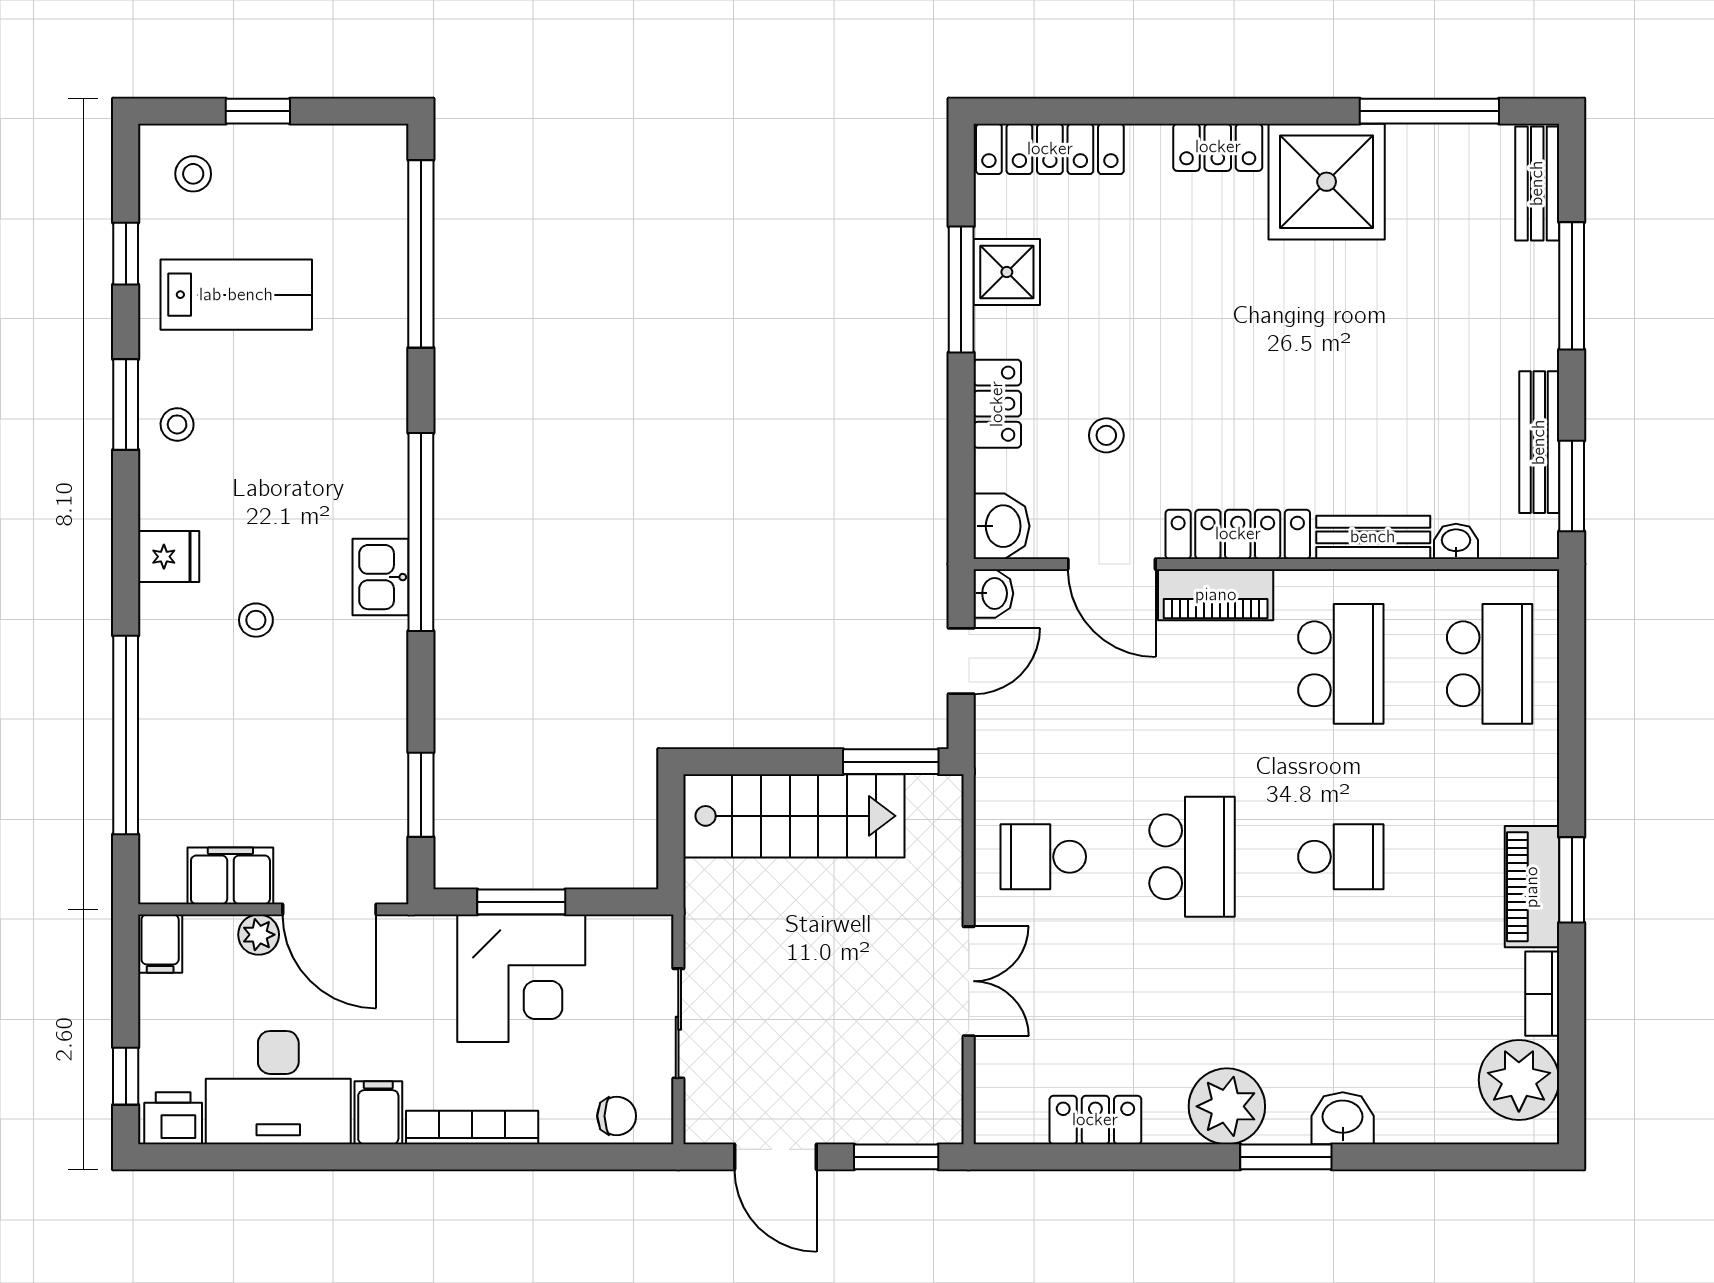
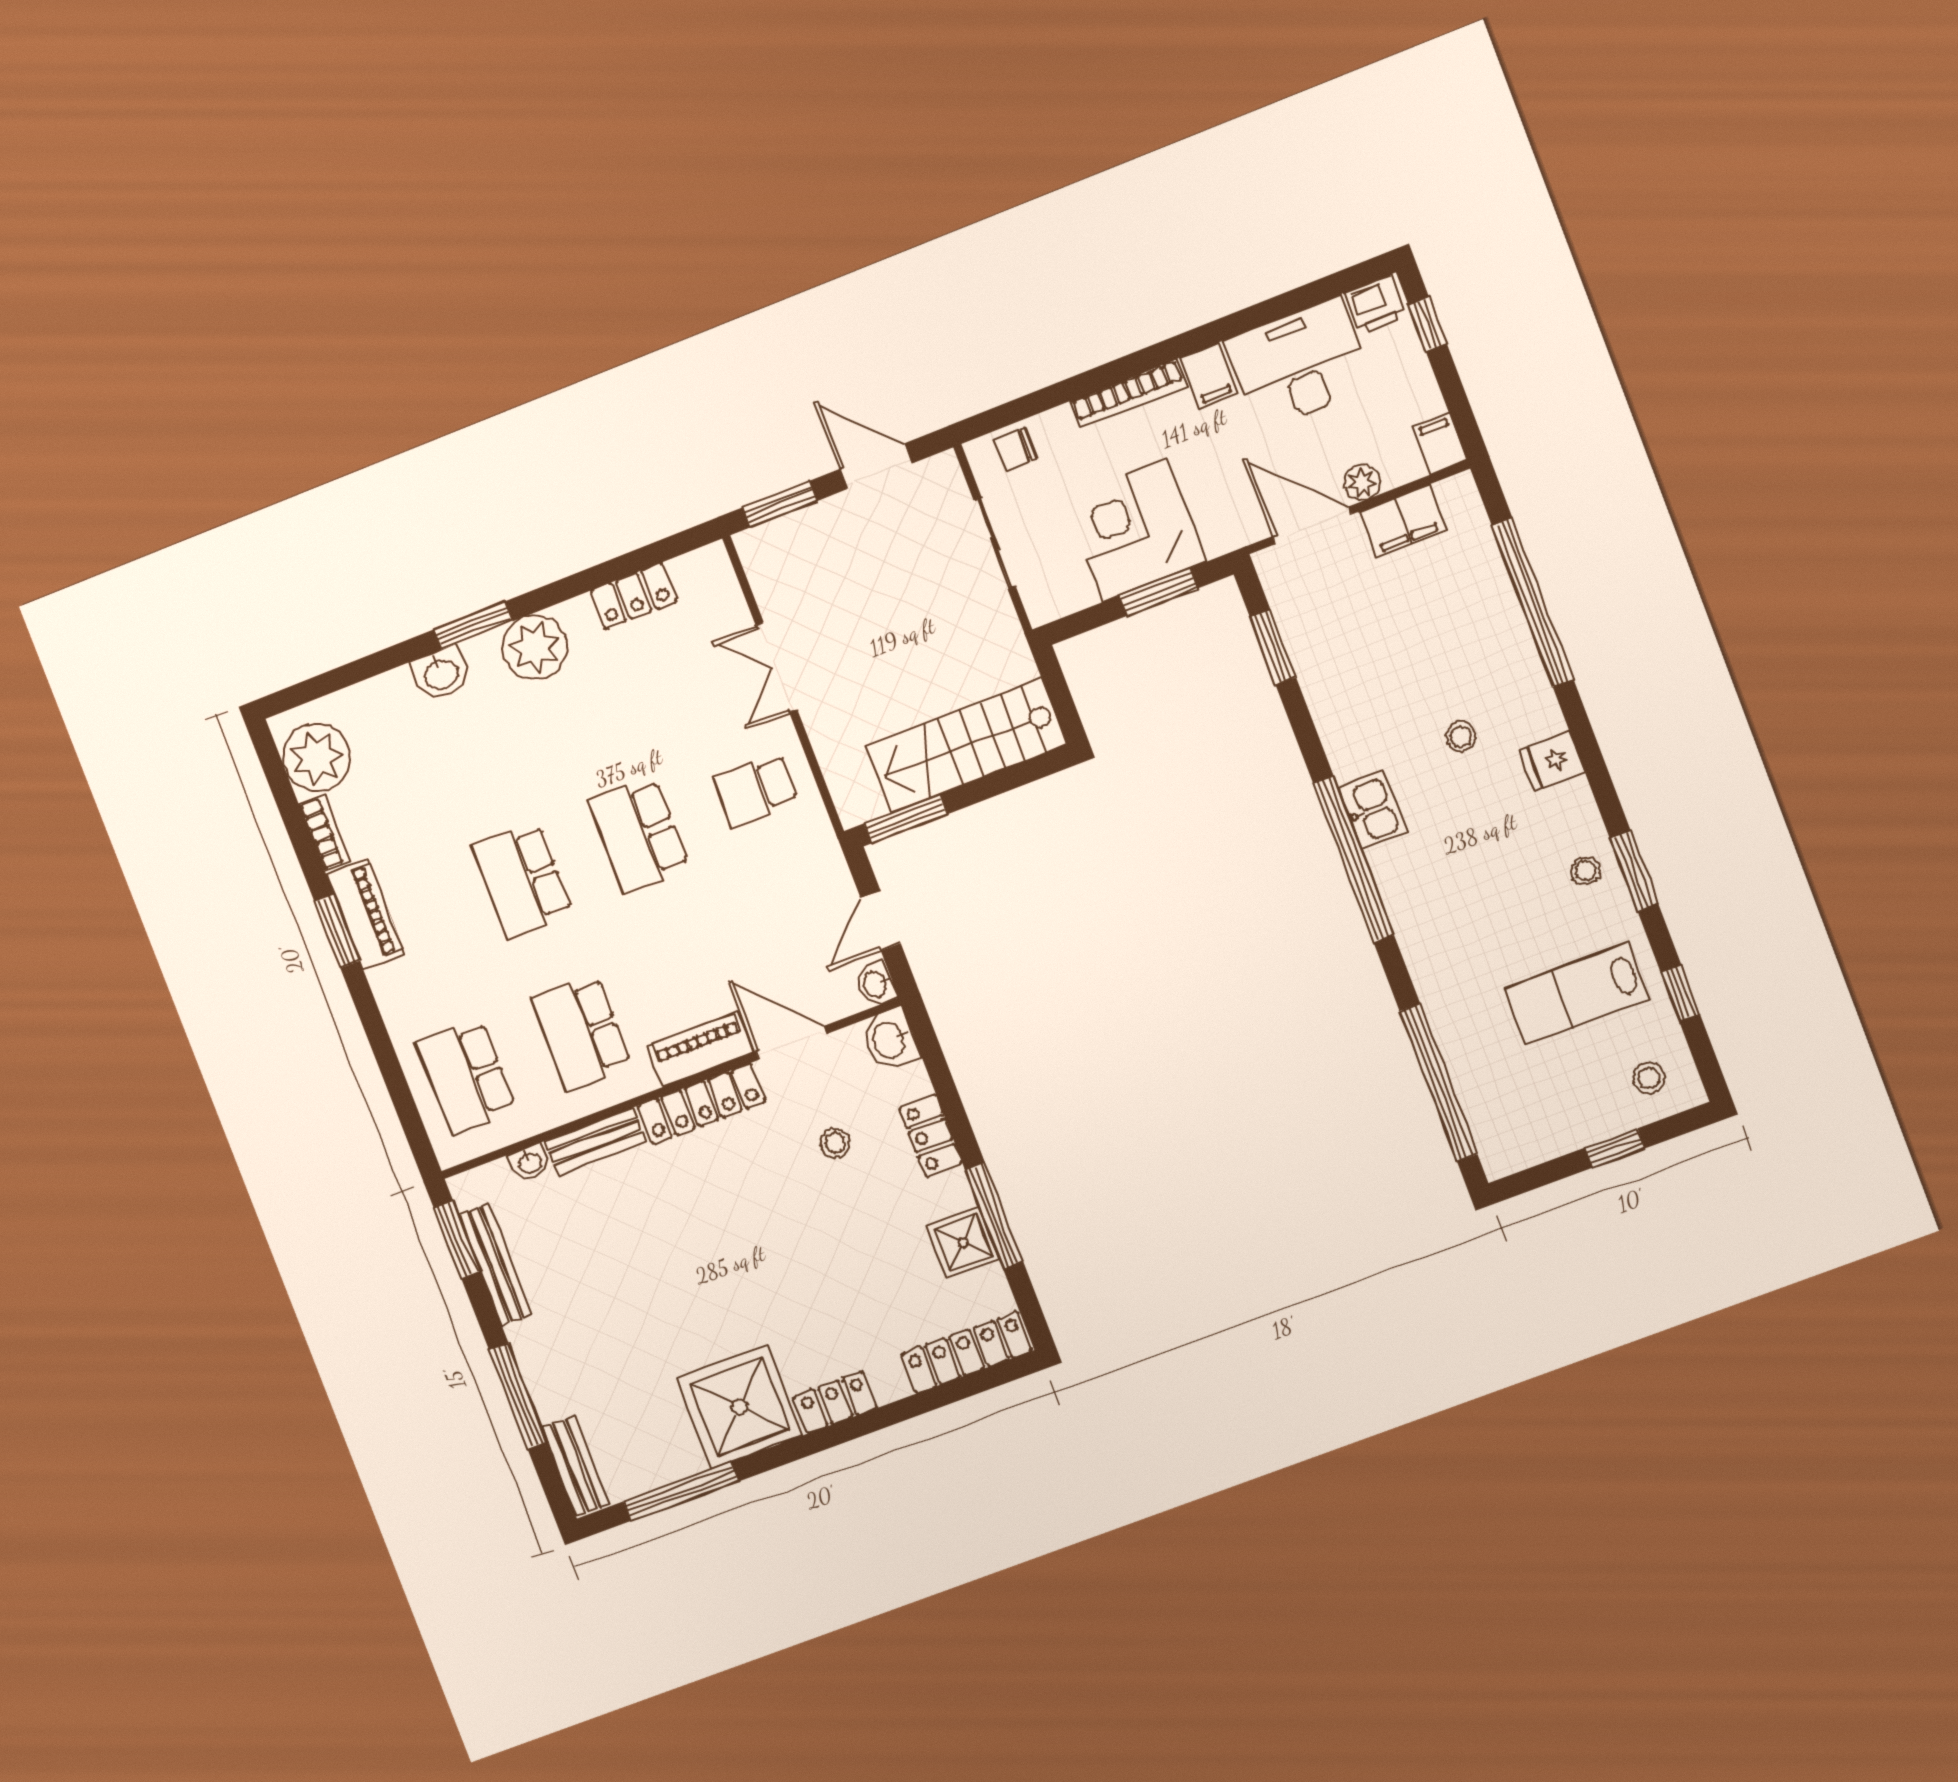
school desk: (1043, 857) -> (756, 790), turned 180
school desk: (1341, 857) -> (523, 880), width x1.85

